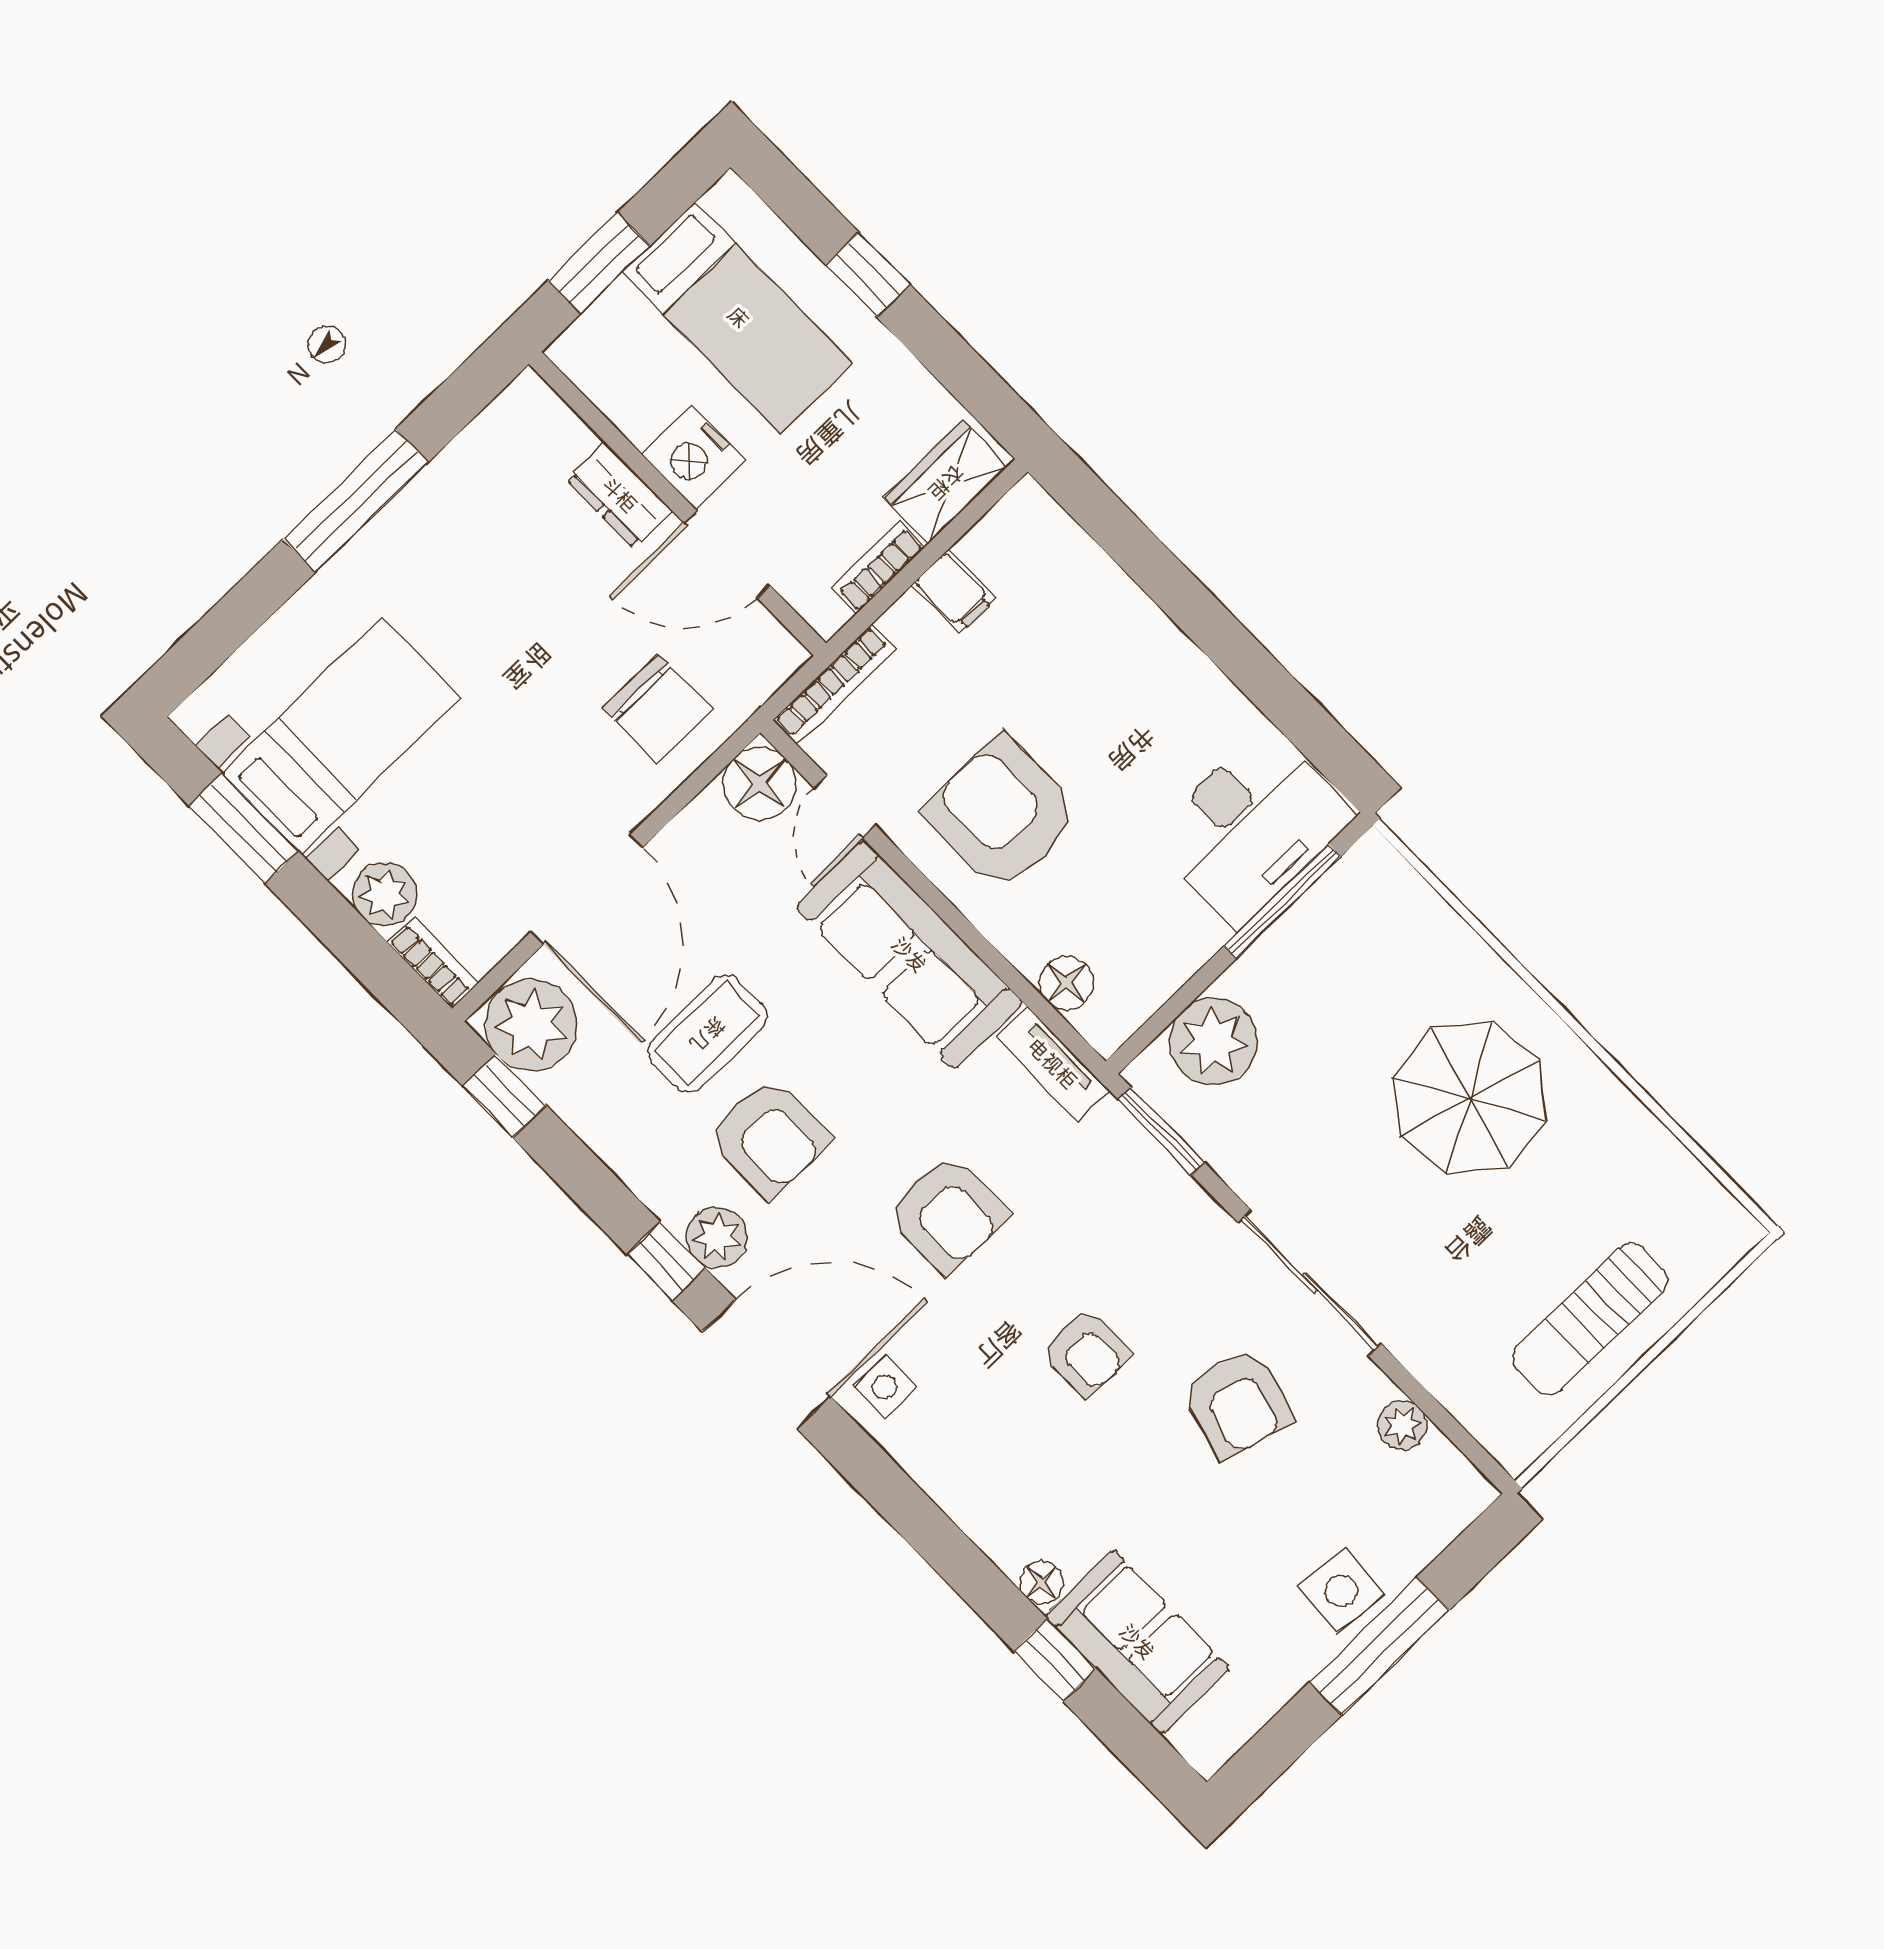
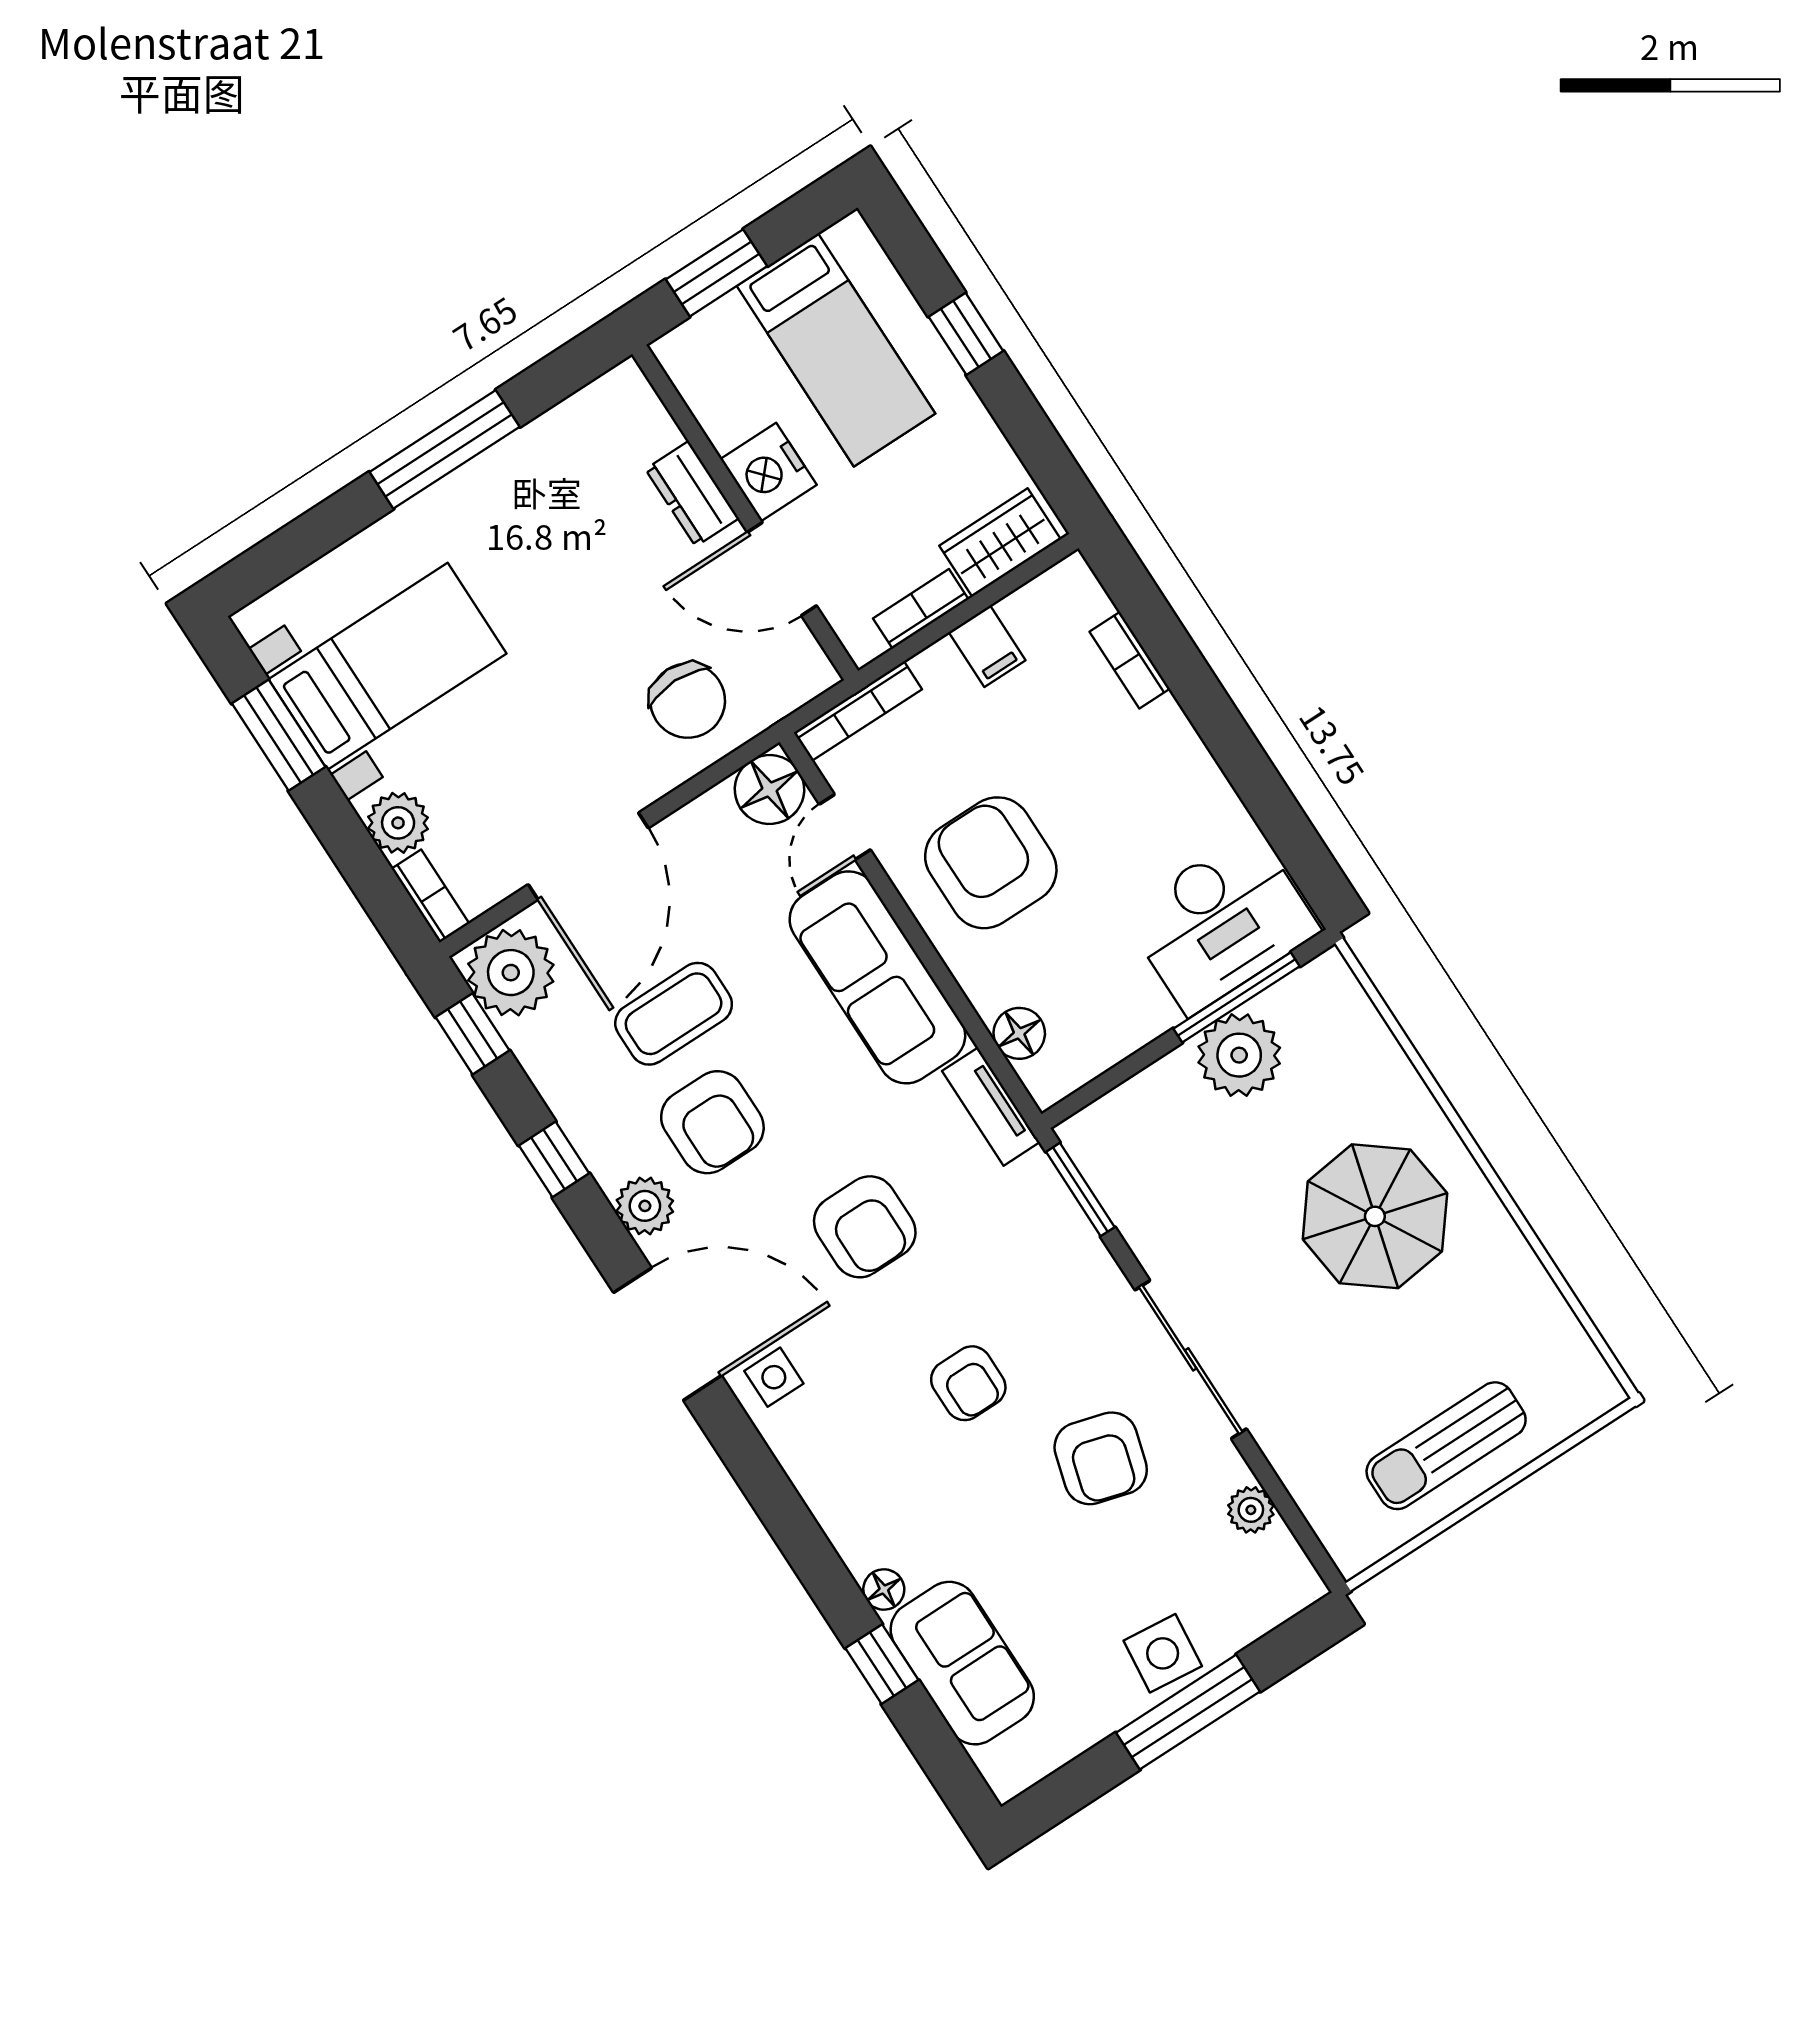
bookcase: (1103, 577) -> (1130, 660), added
plant: (1213, 1042) -> (1239, 1055), moved
window: (666, 1261) -> (554, 1159), moved

